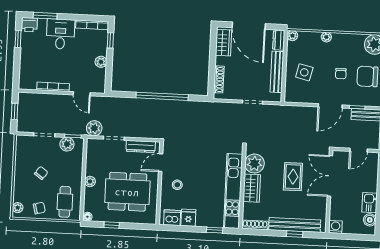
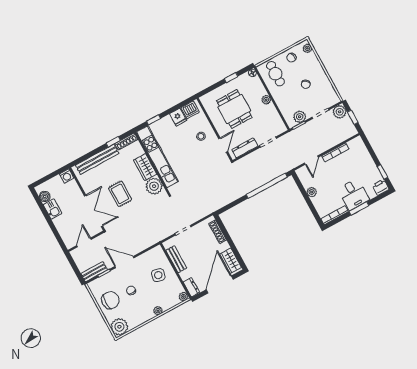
window: (45, 16) -> (359, 209), moved
door: (249, 26) -> (220, 284), hinge flipped
window: (110, 40) -> (314, 212), removed
bench: (277, 72) -> (176, 259), width x0.73
door: (82, 94) -> (311, 160), swing flipped
window: (162, 96) -> (267, 186), moved
door: (330, 106) -> (124, 262), hinge flipped
plant: (94, 128) -> (340, 112), moved
dining table: (127, 192) -> (234, 109), width x0.73
window: (295, 234) -> (113, 142), moved

